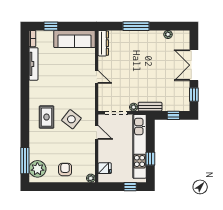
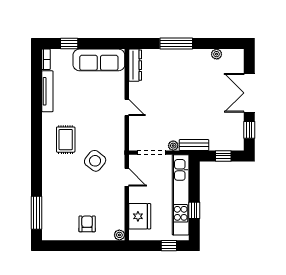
rug: (47, 117) -> (66, 140), moved
fridge: (105, 168) -> (140, 216), width x1.88, depth x1.34
plant: (37, 169) -> (52, 223), removed

